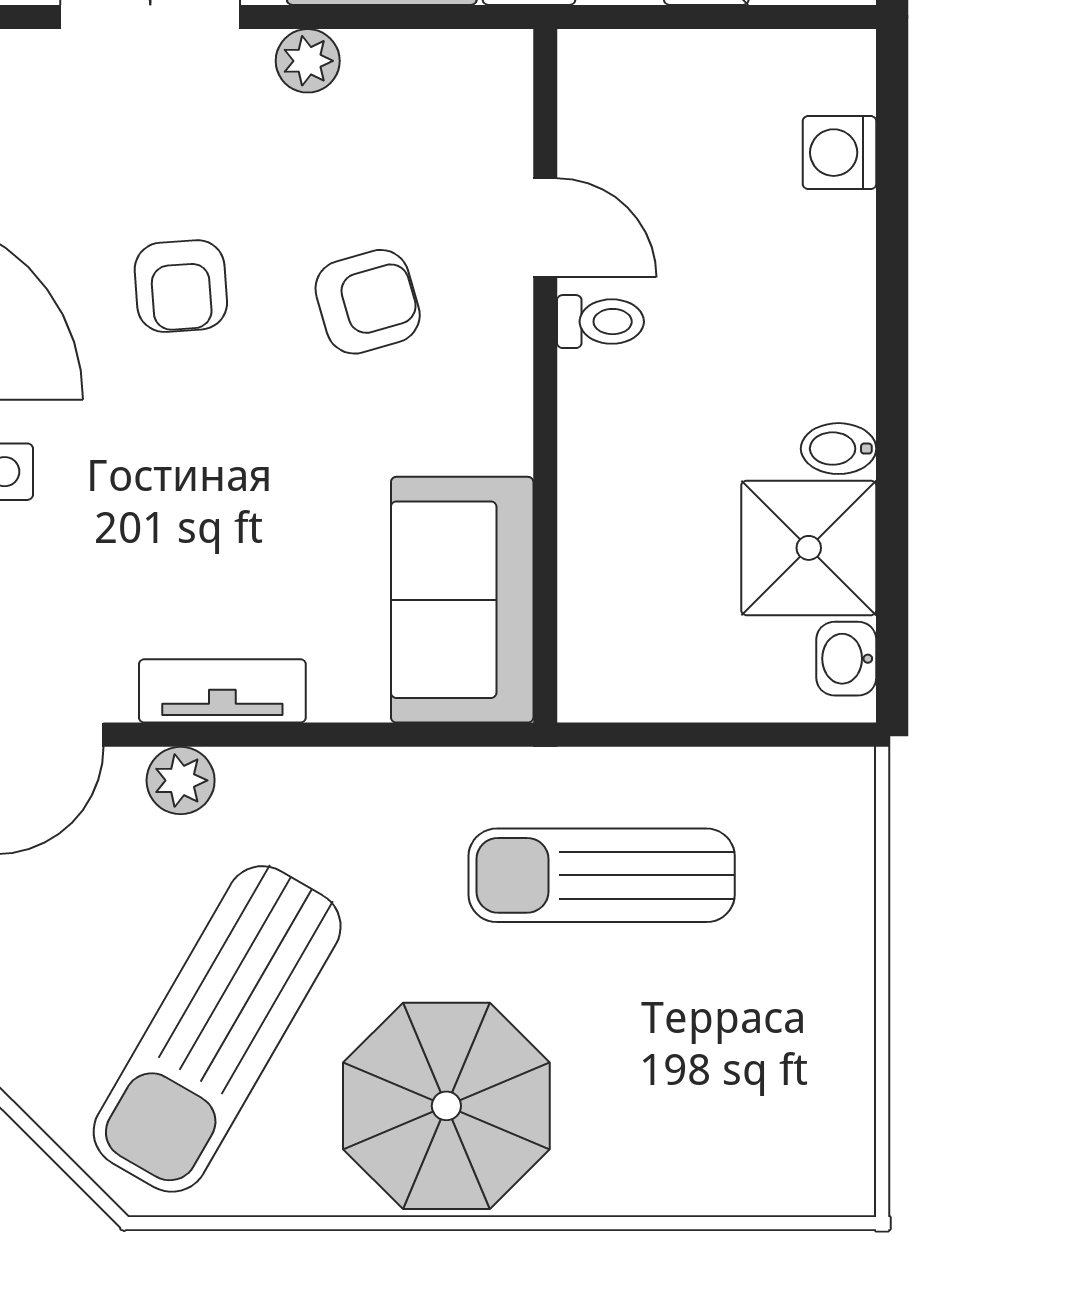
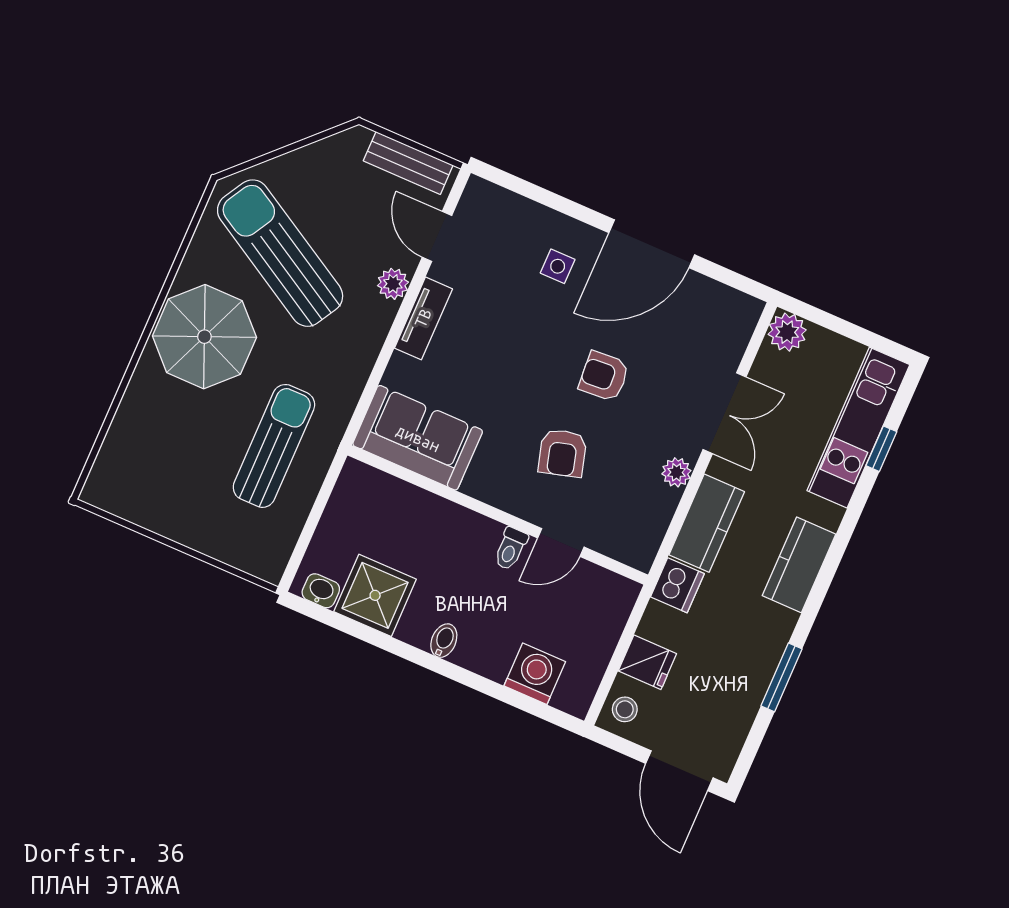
washing machine: (840, 153) -> (535, 674), width x1.38, depth x1.38
bidet: (839, 449) -> (444, 641), moved

